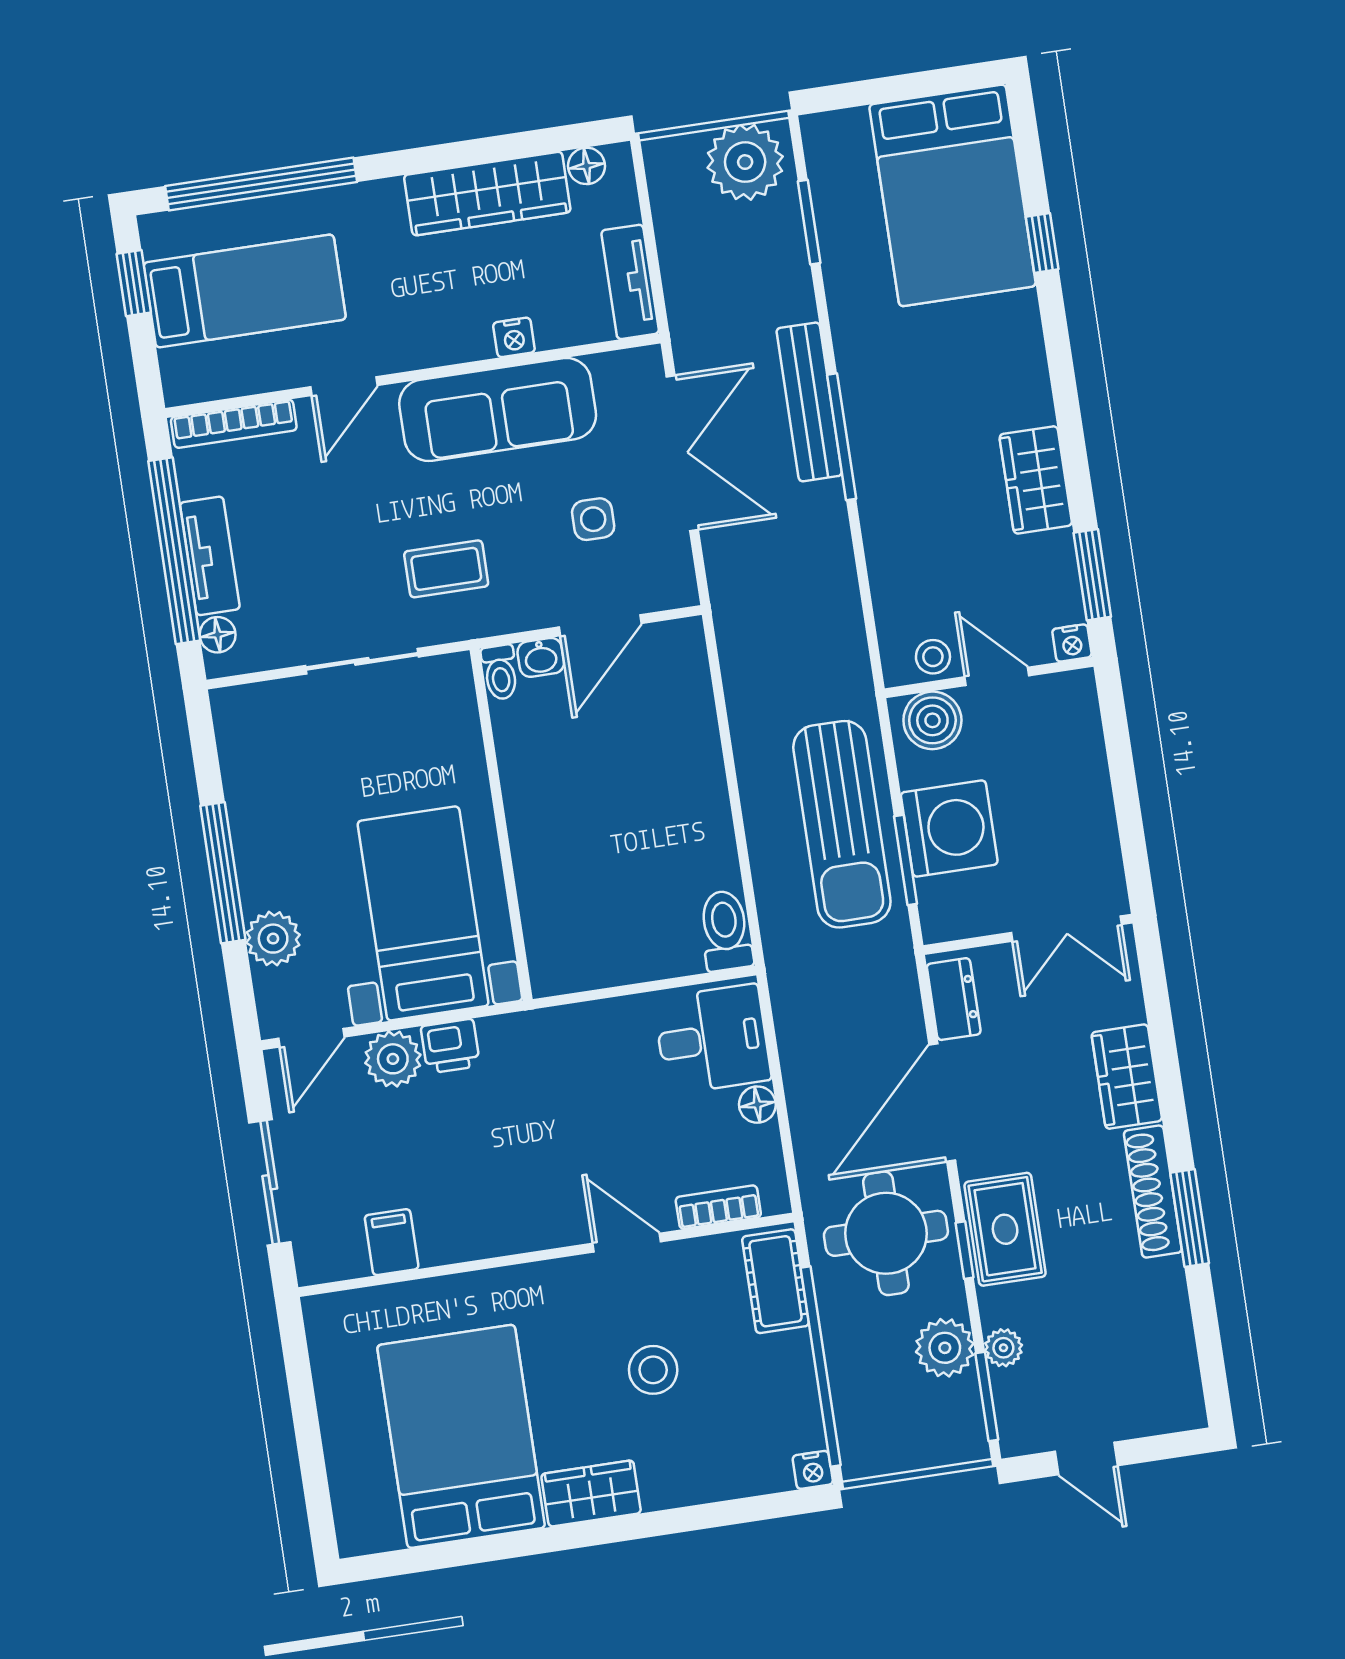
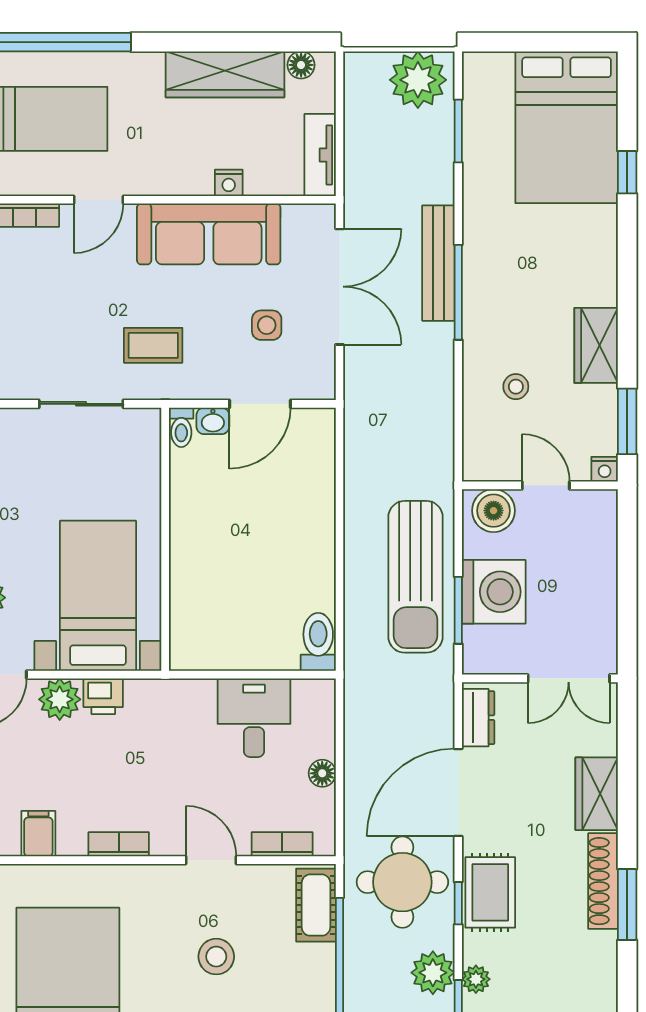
stool: (933, 657) -> (516, 387), moved
desk: (712, 1039) -> (254, 718), moved, turned -90
bookcase: (501, 1240) -> (119, 844), added

